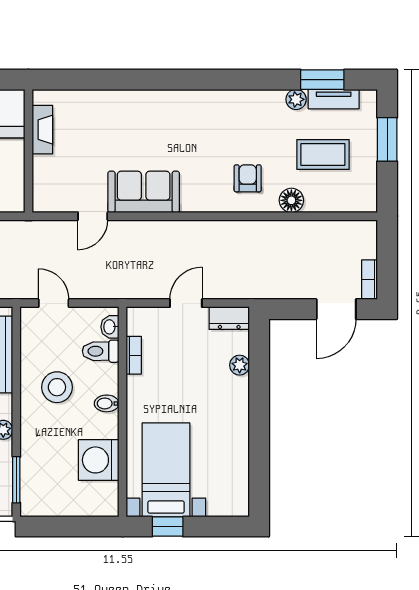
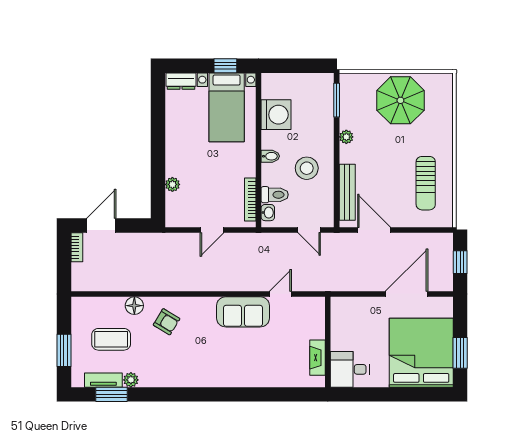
armchair: (248, 178) -> (167, 322), turned -59
dresser: (229, 318) -> (181, 81), moved, turned 180
bookcase: (134, 355) -> (250, 200), width x1.56

